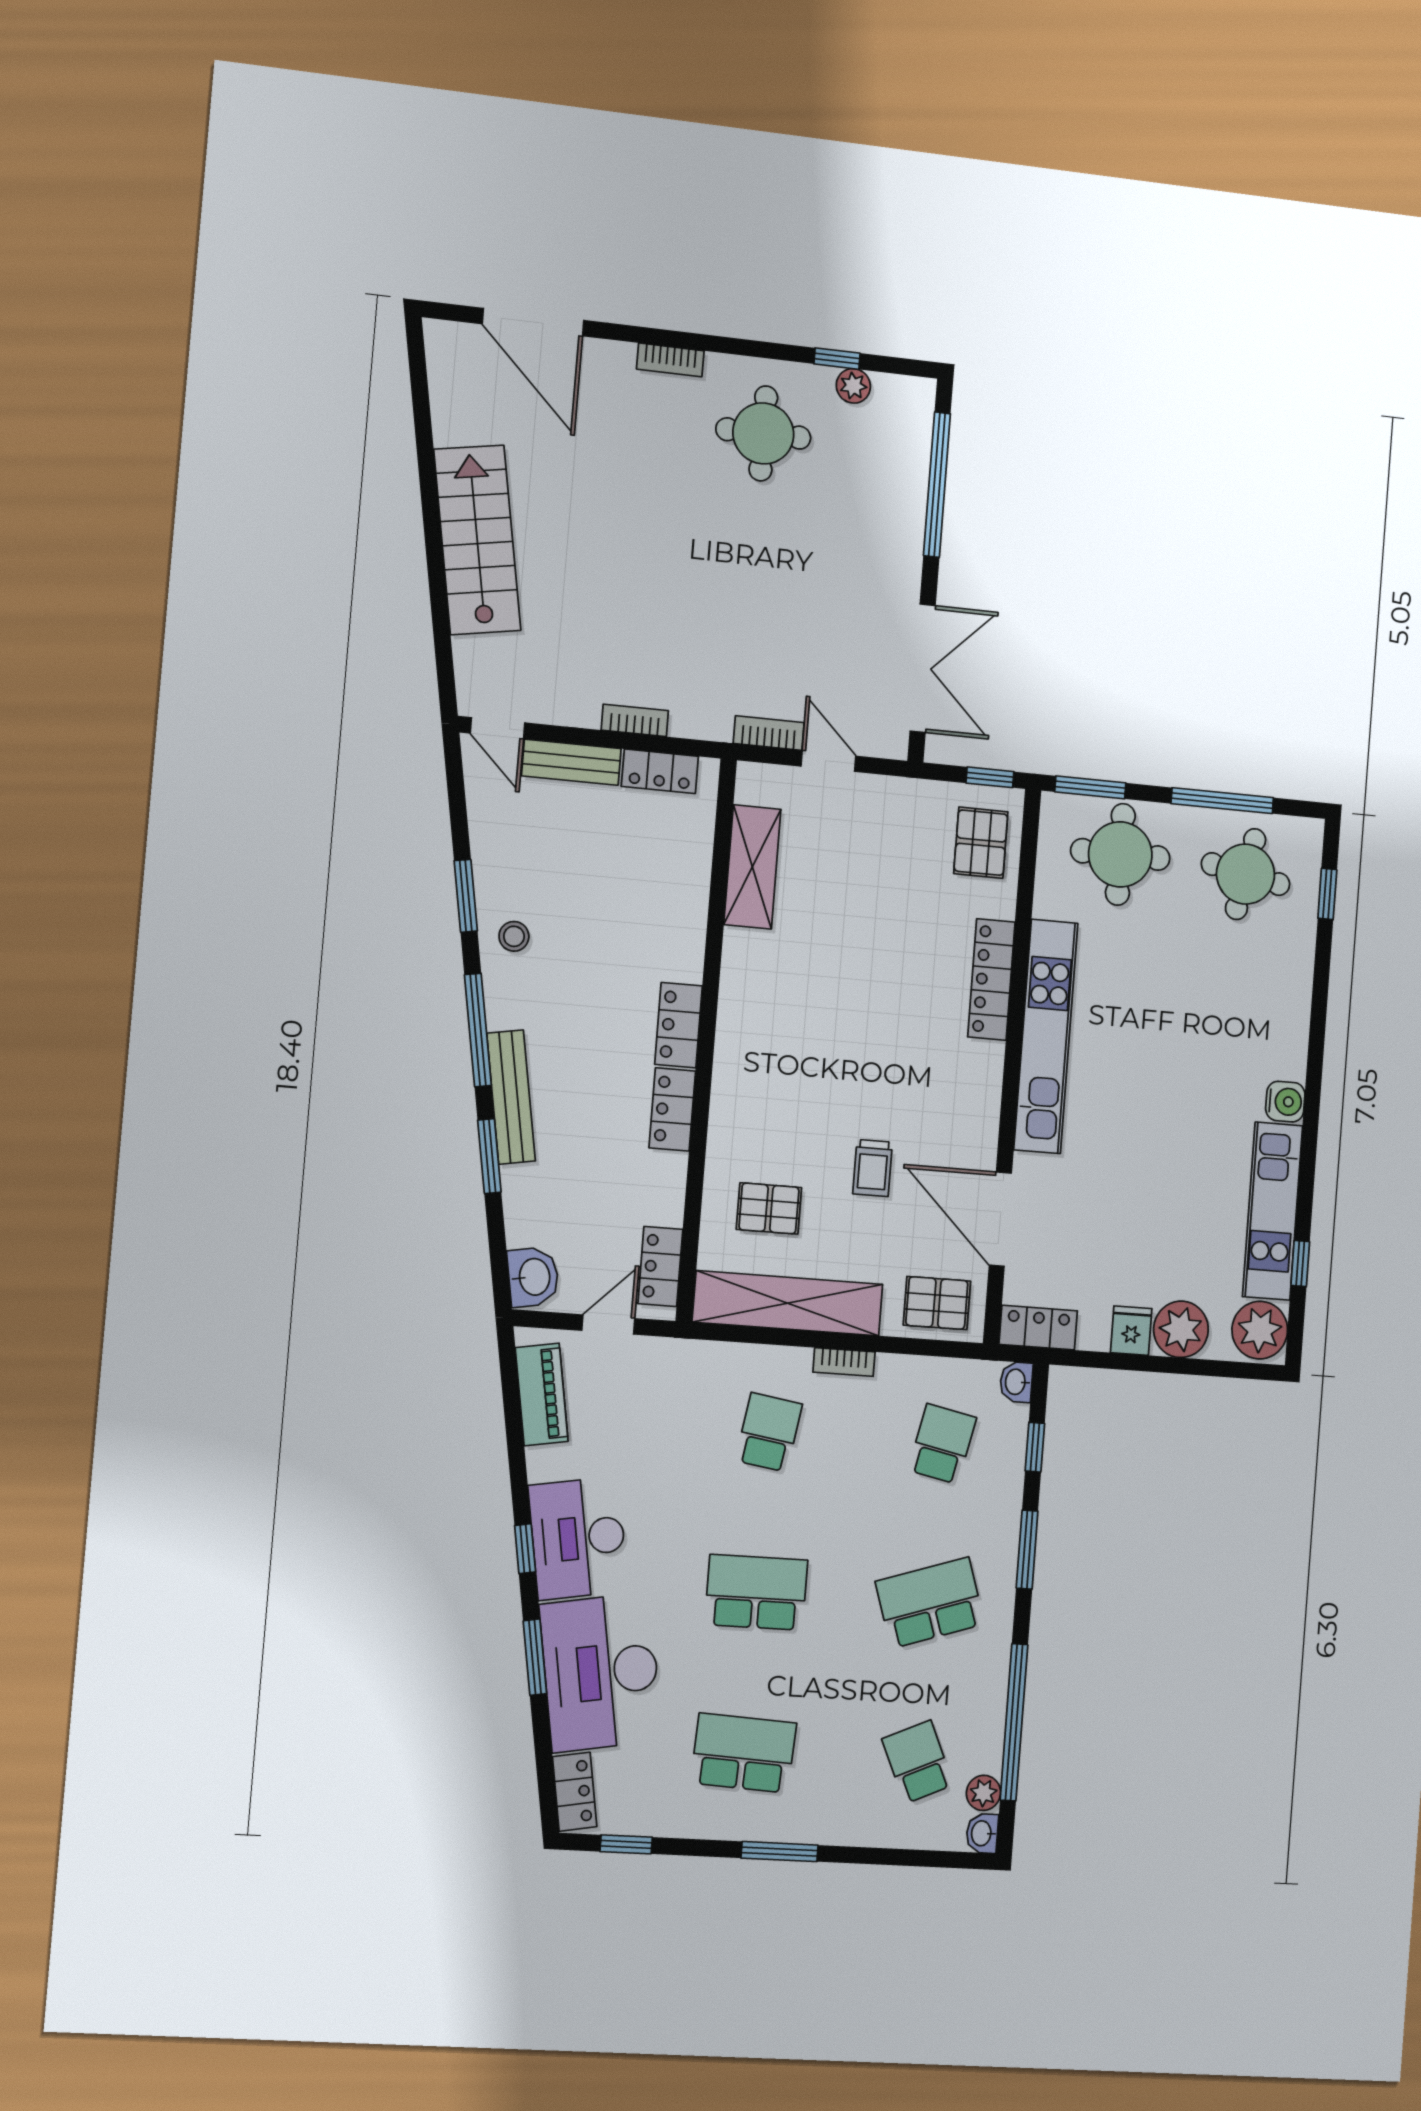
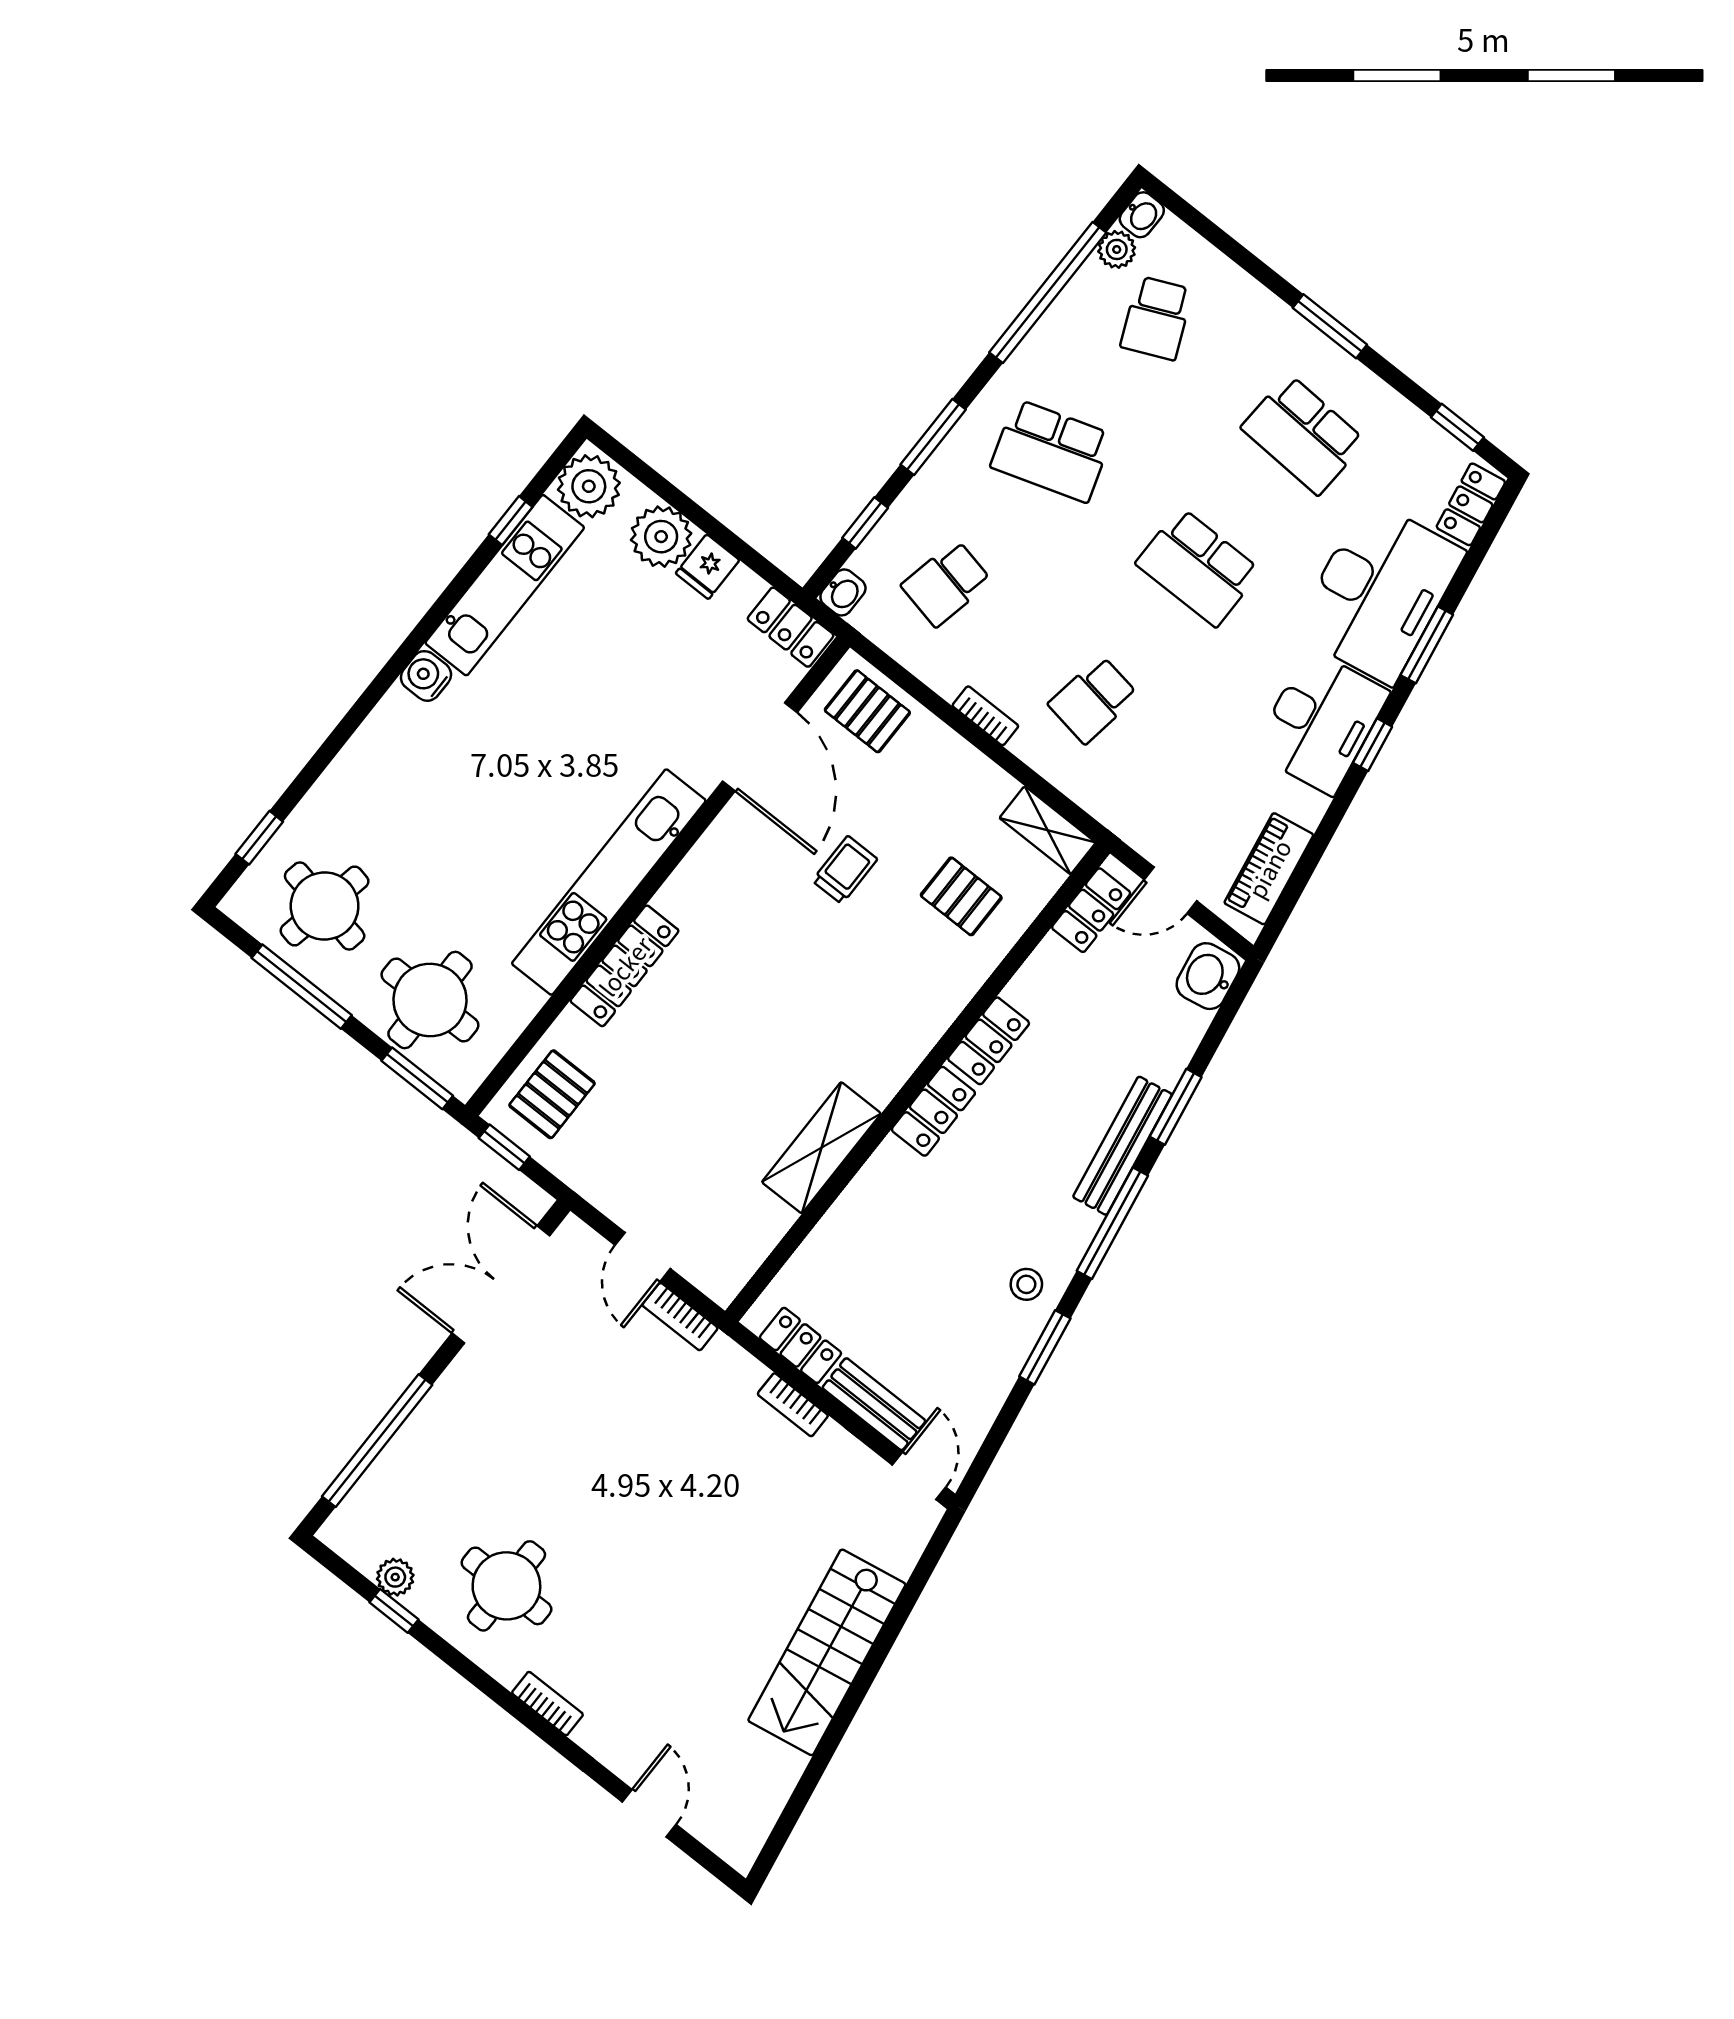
door: (533, 322) -> (649, 1813), width x0.53
shelving: (752, 867) -> (821, 1148), moved
shelving: (788, 1303) -> (1048, 830), width x0.45, depth x0.75

